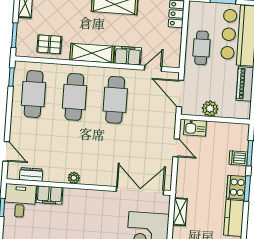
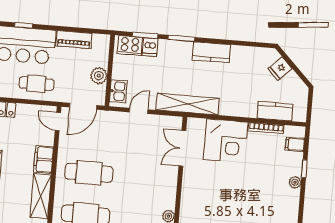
door: (153, 68) -> (58, 122), moved
cooker: (236, 187) -> (130, 46), moved
double door: (140, 191) -> (182, 148), width x0.73
shelving: (180, 212) -> (188, 104), width x2.20, depth x1.33

